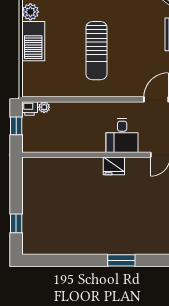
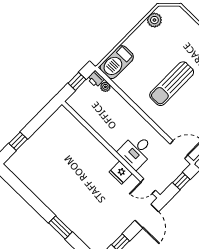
barbecue: (33, 41) -> (117, 62), moved
fridge: (114, 166) -> (121, 173), moved

